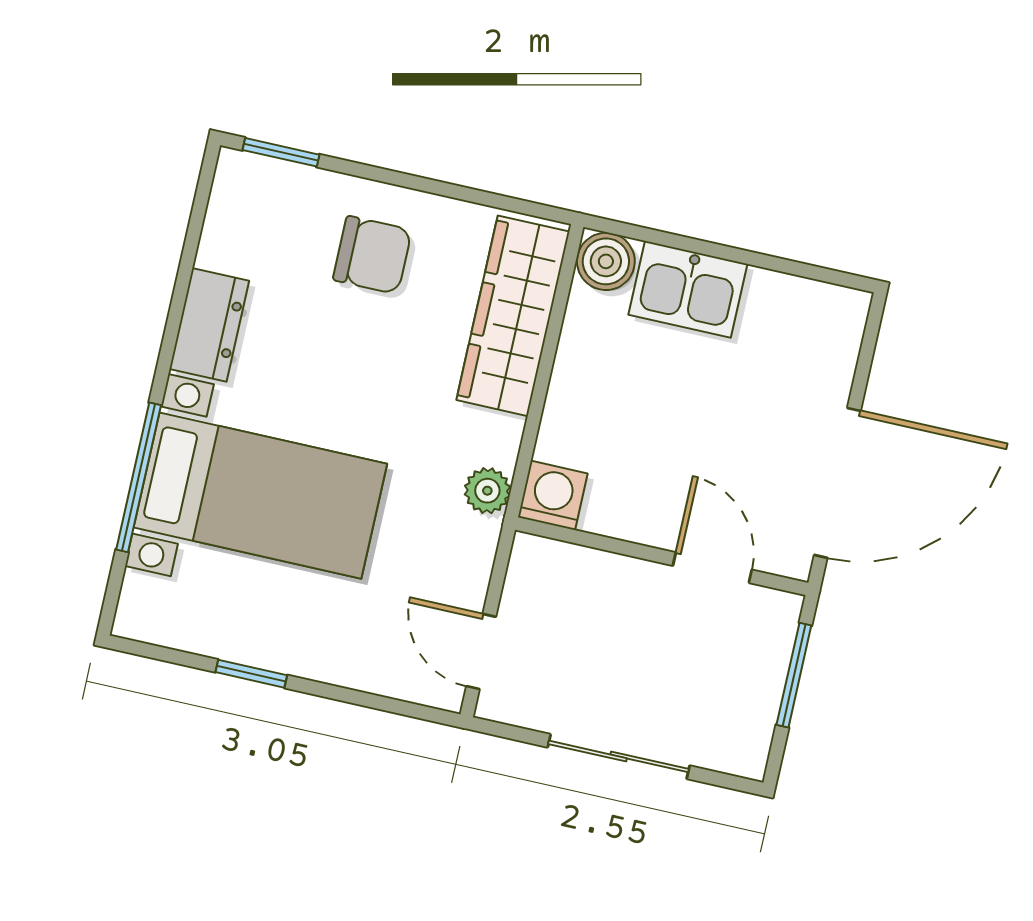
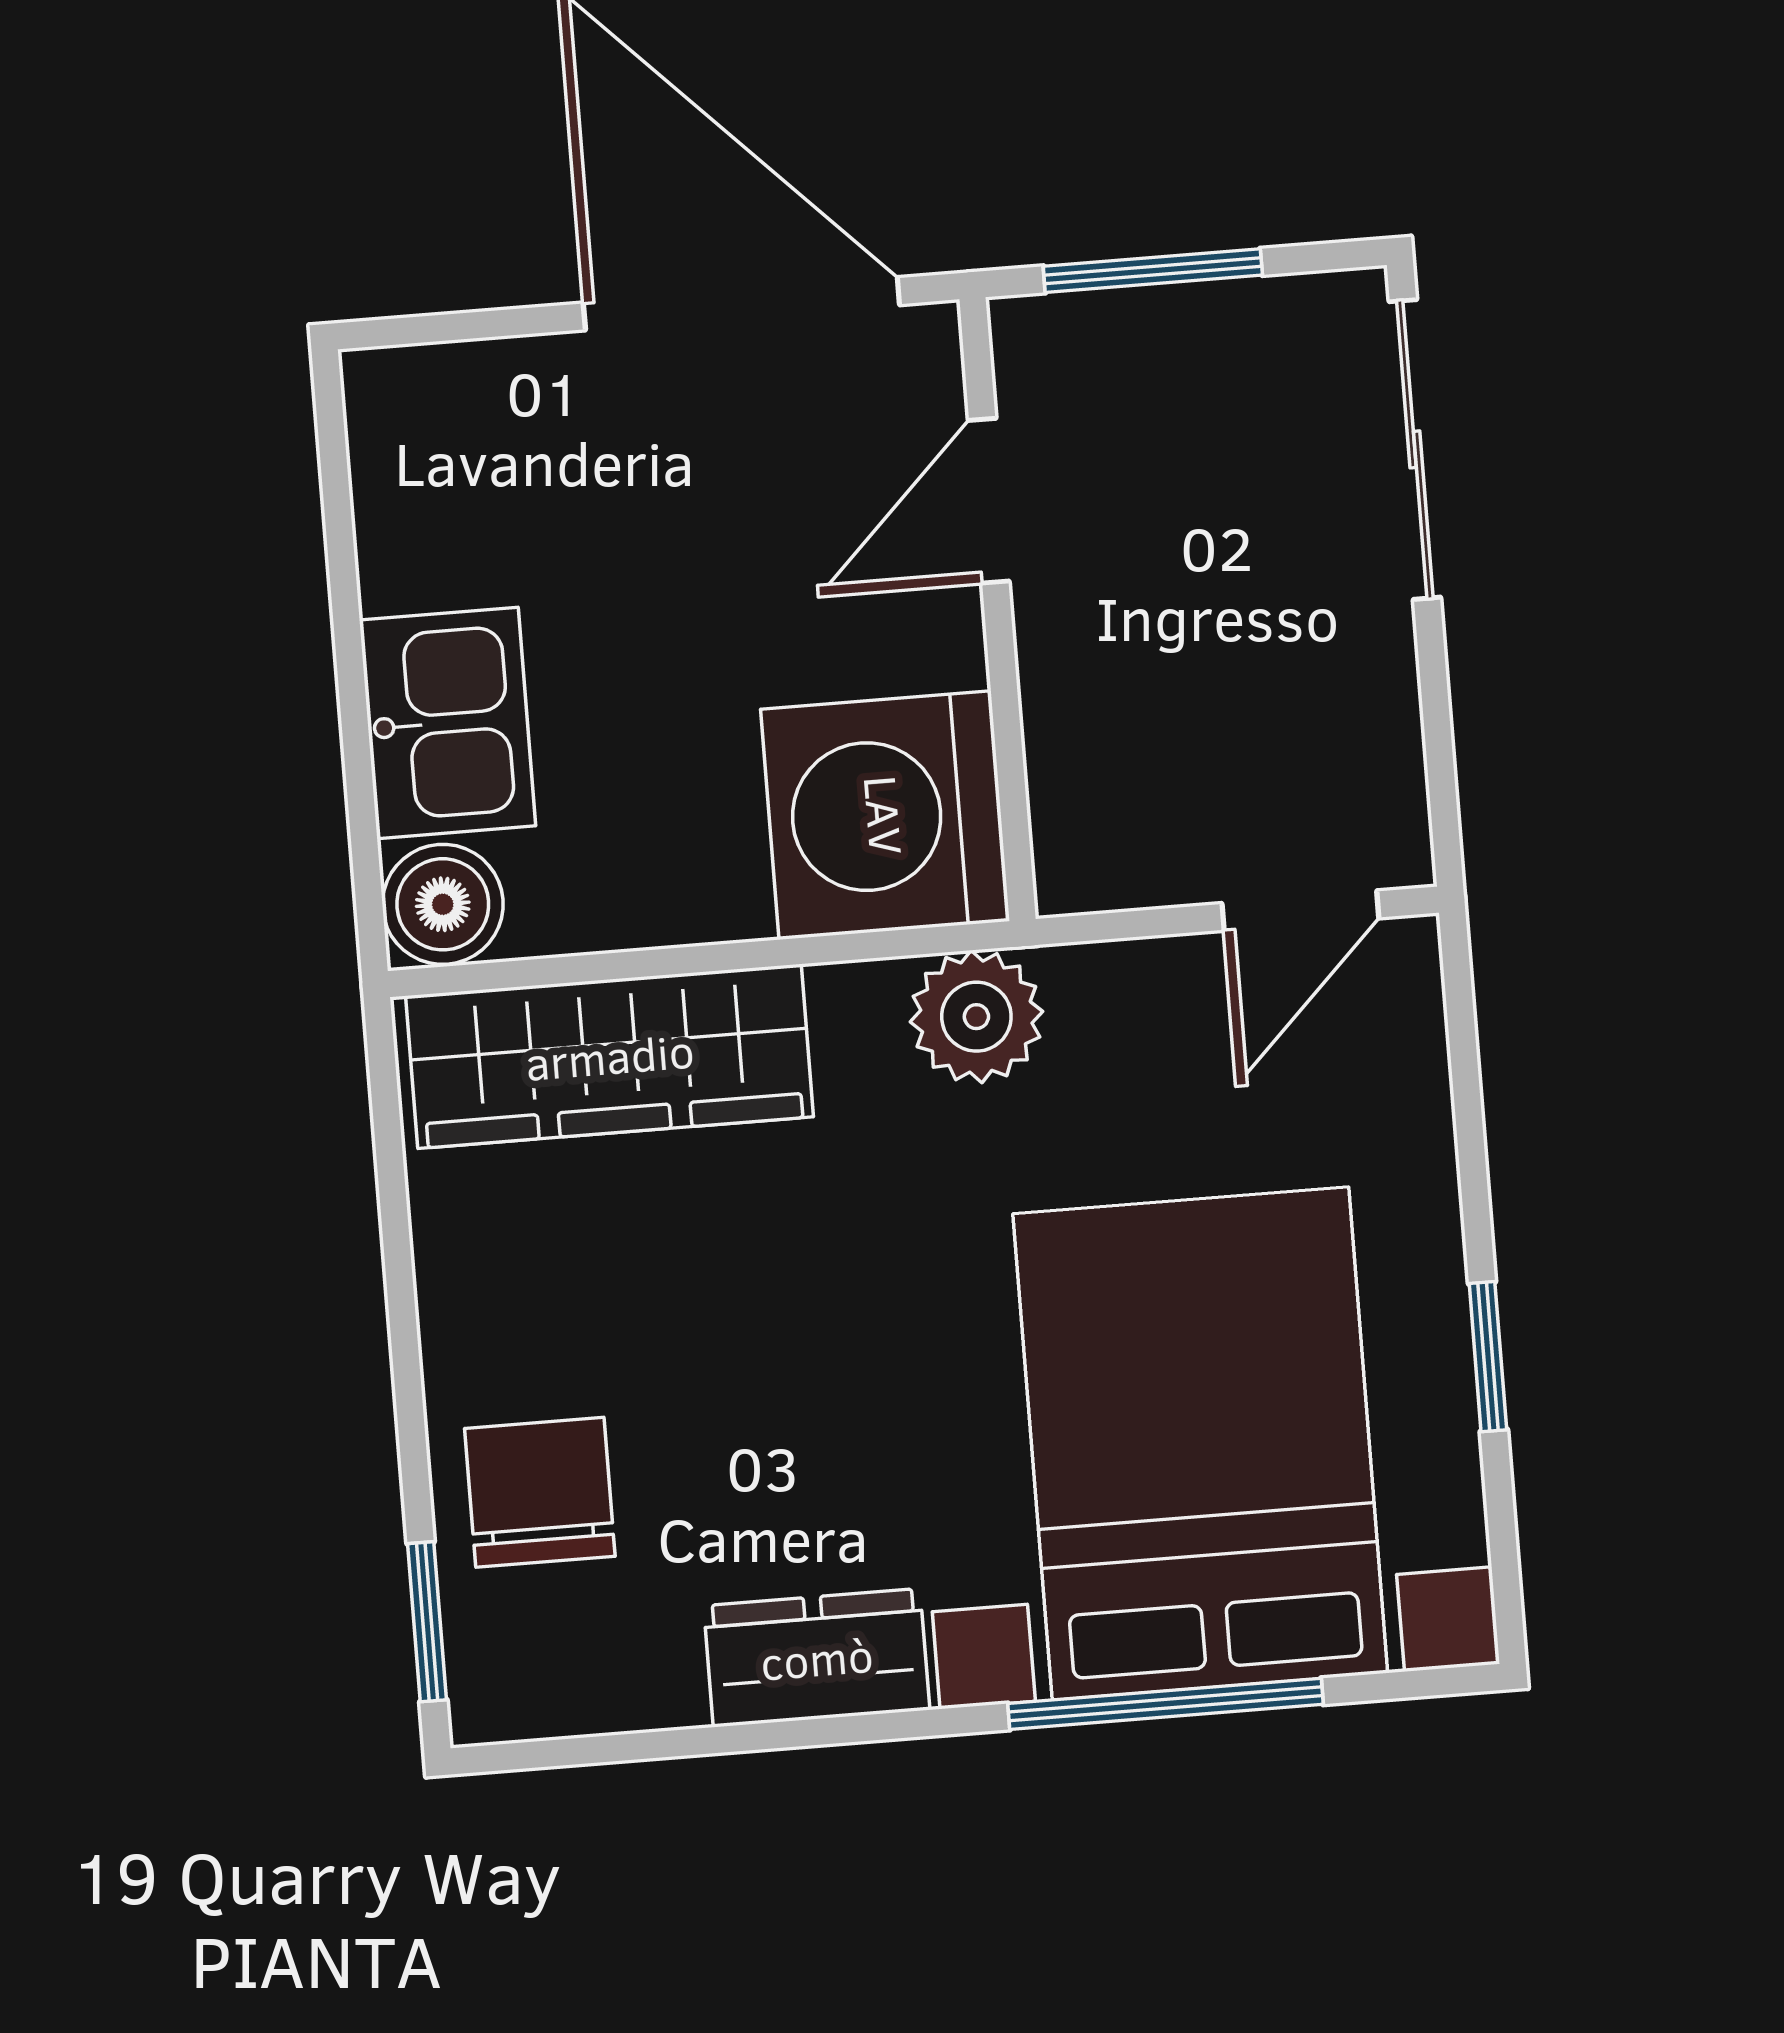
chair: (372, 255) -> (540, 1492), moved
plant: (487, 491) -> (976, 1017), width x1.38, depth x1.38
washing machine: (553, 495) -> (885, 815), width x1.89, depth x1.89
bed with nightstands: (260, 496) -> (1200, 1443), width x1.36
sliding door: (619, 756) -> (1415, 449), moved

